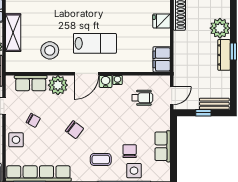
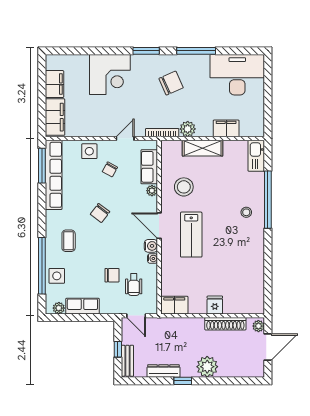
dresser: (224, 55) -> (163, 371), moved
plant: (58, 85) -> (152, 191), width x0.53, depth x0.53
chair: (130, 151) -> (112, 275), moved
plant: (164, 169) -> (59, 308), added

